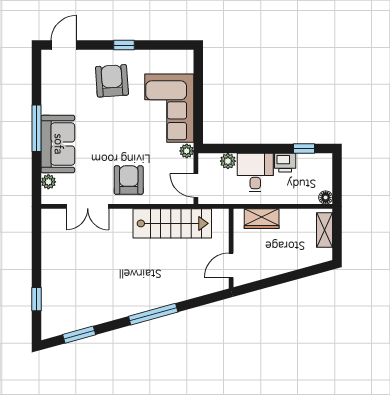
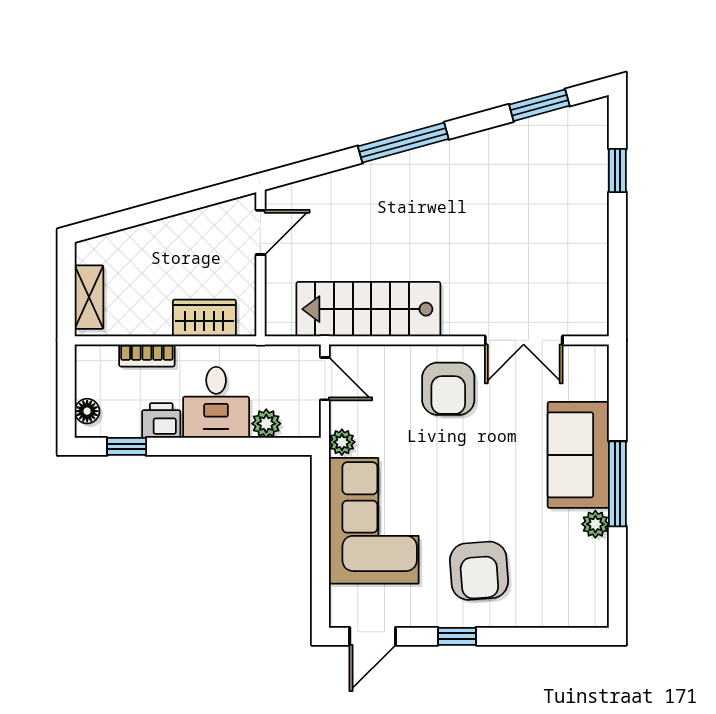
door: (64, 45) -> (373, 636), moved
plant: (48, 182) -> (595, 524), moved
floor lamp: (326, 197) -> (87, 411), moved
bookcase: (293, 198) -> (147, 355), added
double door: (88, 206) -> (524, 340), swing flipped

